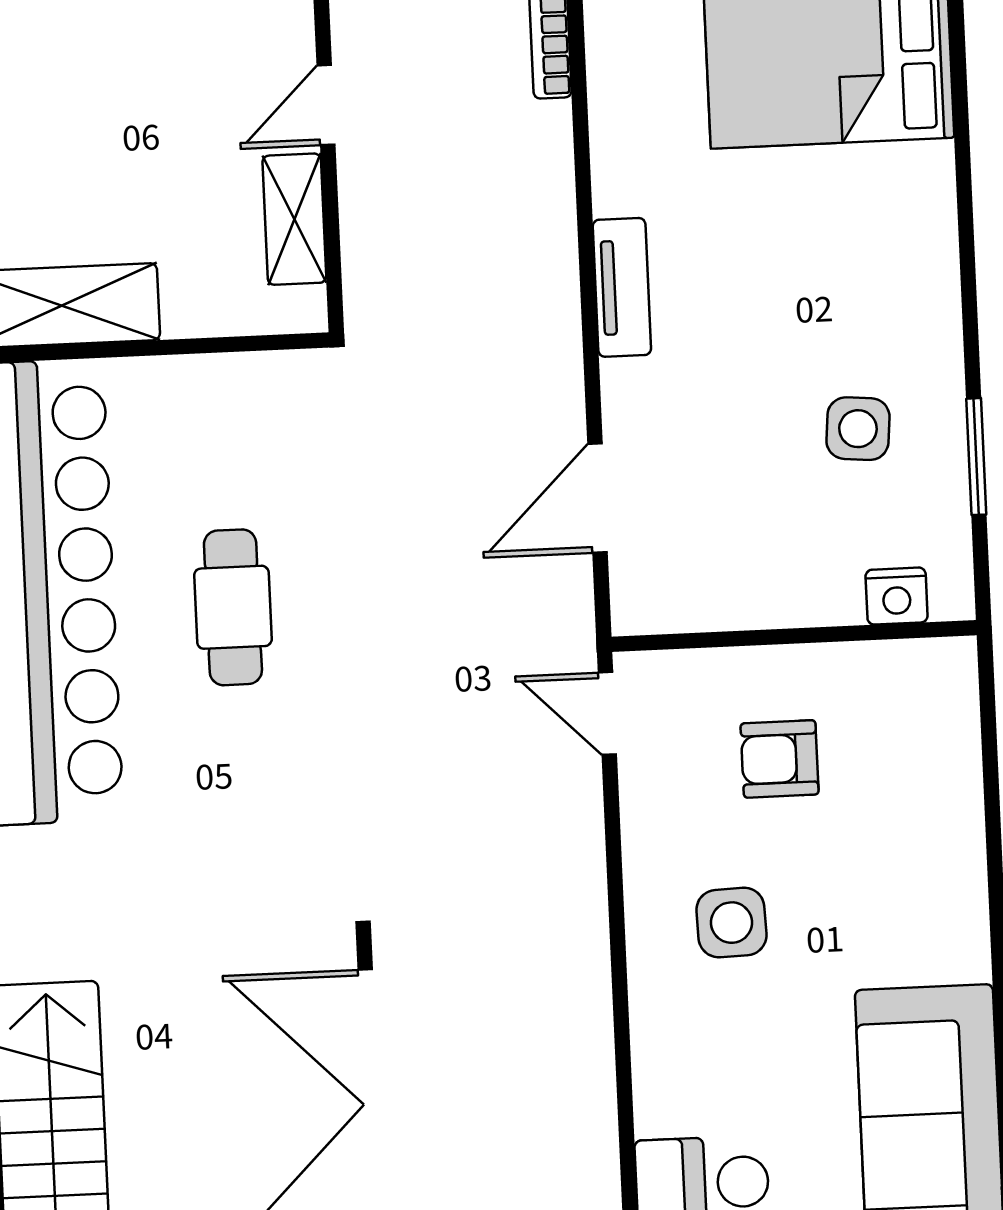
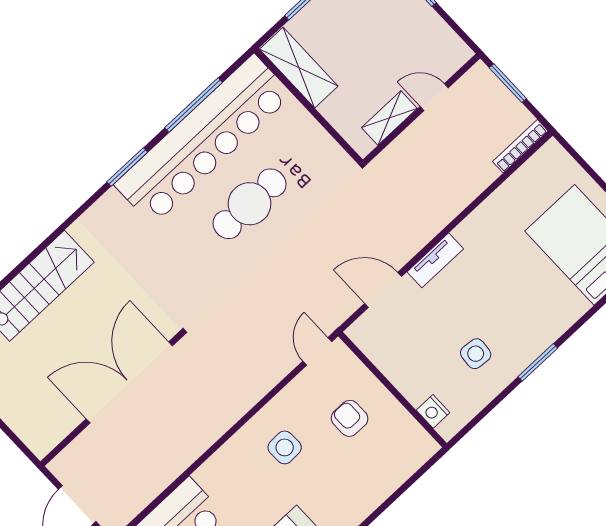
tv unit: (622, 287) -> (435, 260), moved
window: (976, 457) -> (538, 362), moved
cafe table: (233, 607) -> (250, 204), width x1.37, depth x1.35

